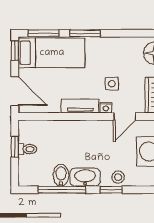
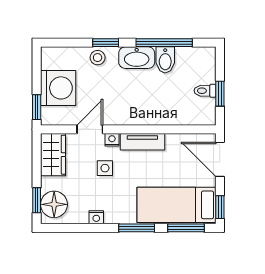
nightstand: (119, 42) -> (96, 217), added

